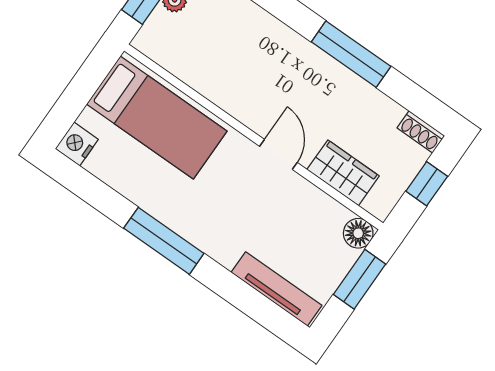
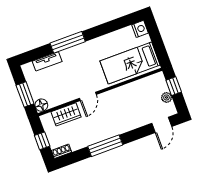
door: (278, 154) -> (88, 96), hinge flipped
window: (164, 241) -> (68, 42), moved
tv unit: (276, 289) -> (47, 61), width x0.71

